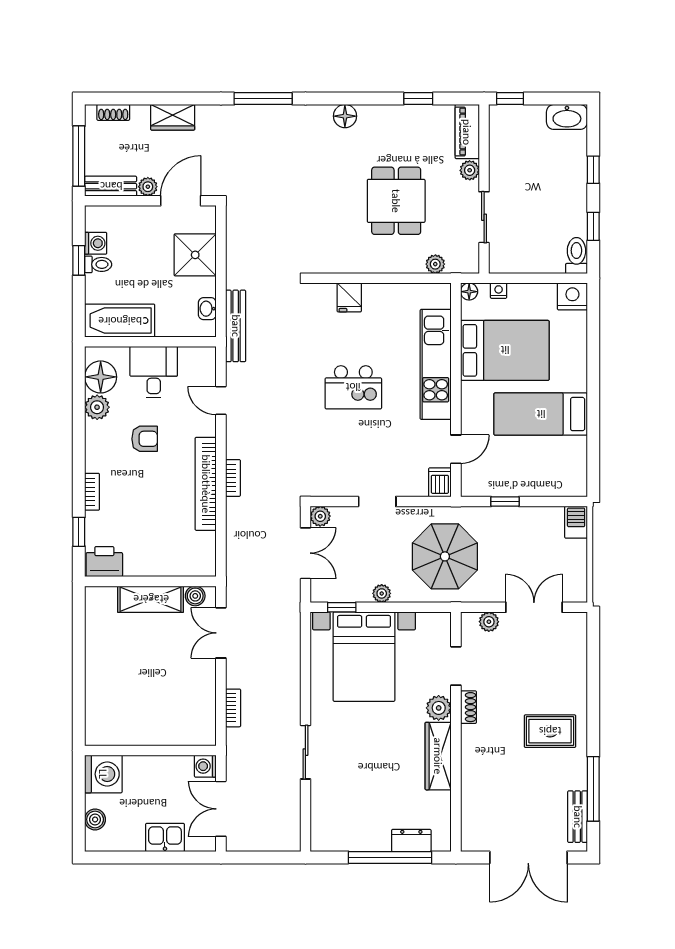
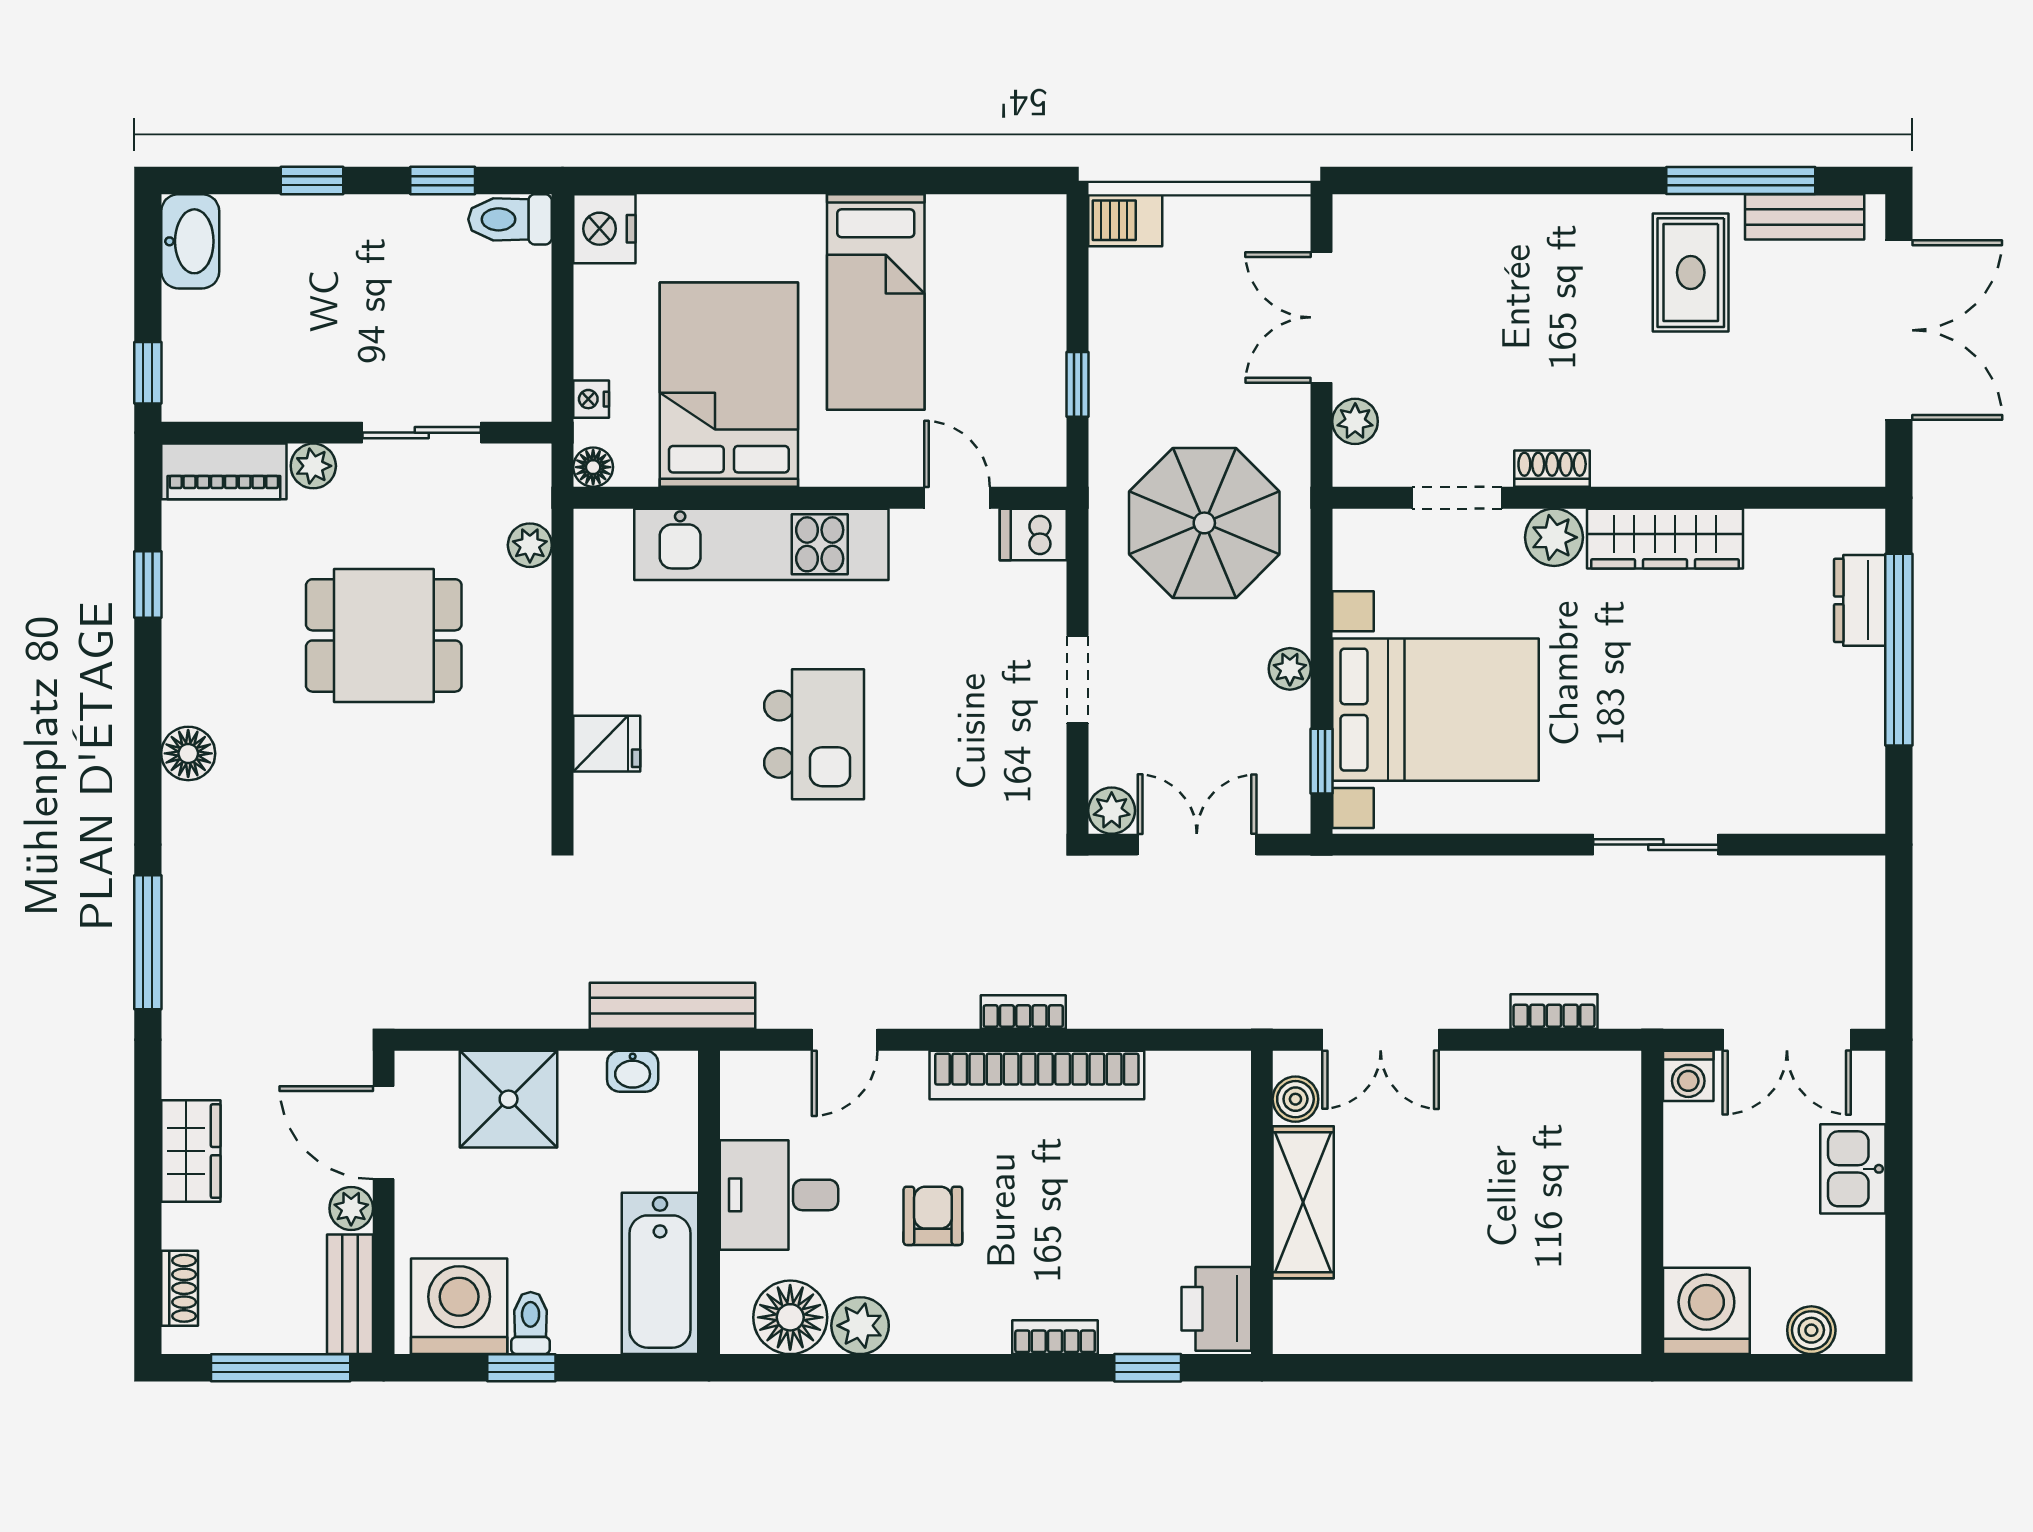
washing machine: (96, 243) -> (459, 1306), width x1.89, depth x1.89
rug: (550, 731) -> (1691, 273), moved

